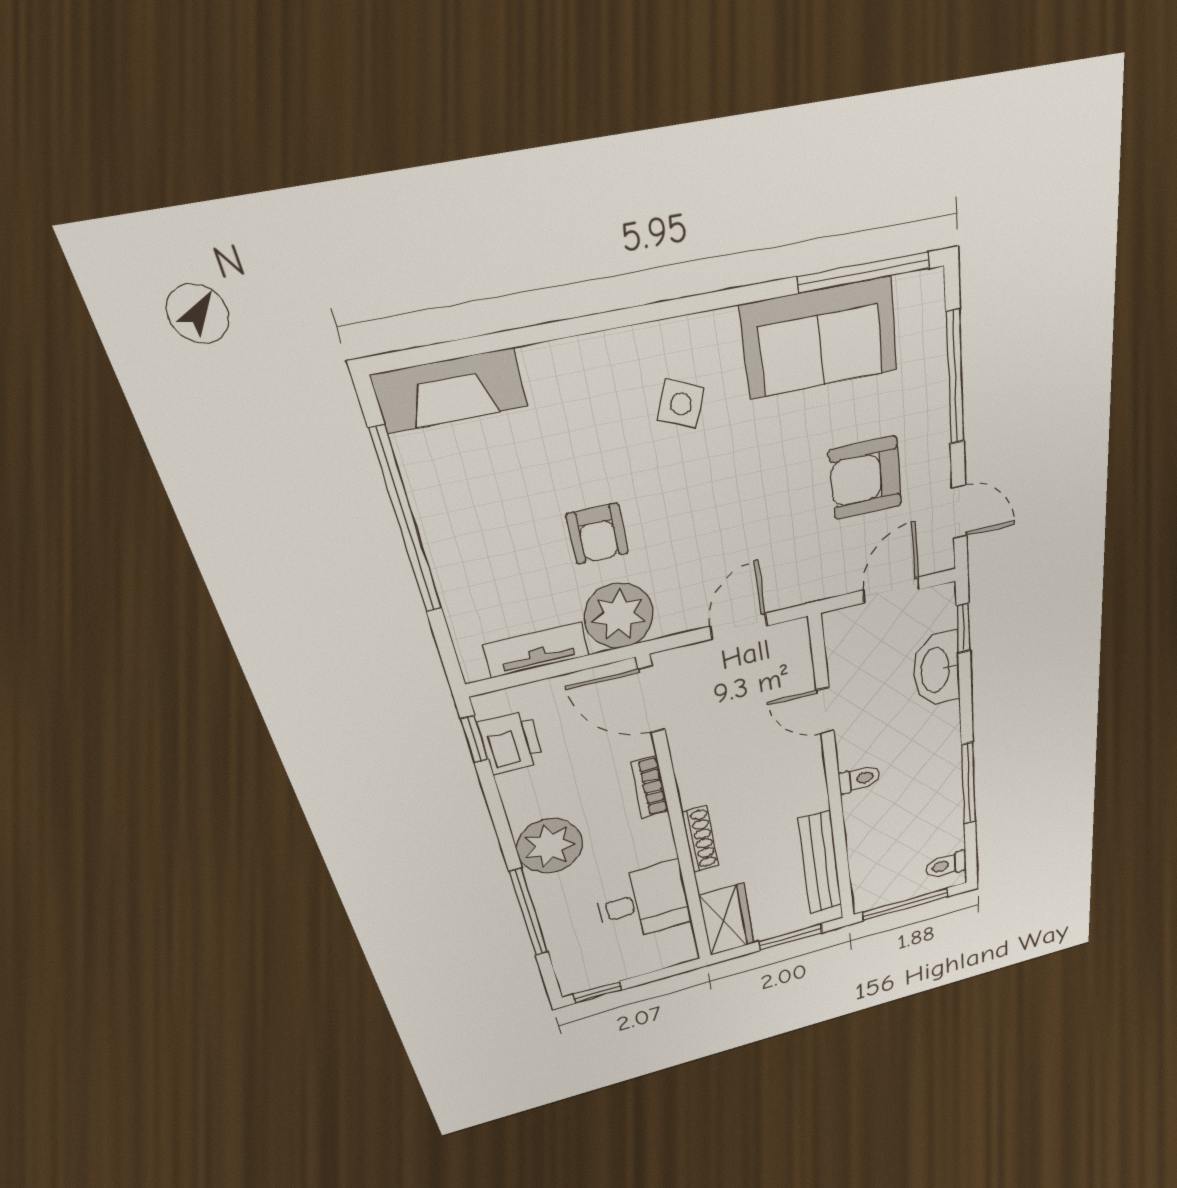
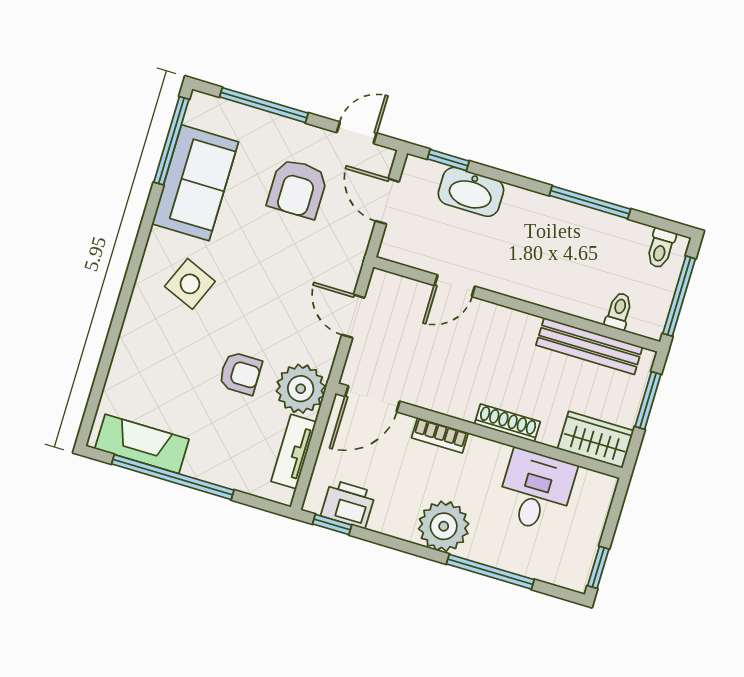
fireplace: (450, 391) -> (142, 444), moved, turned -90
side table: (681, 404) -> (190, 284), width x1.37, depth x1.37
toilet: (859, 779) -> (619, 311), moved

